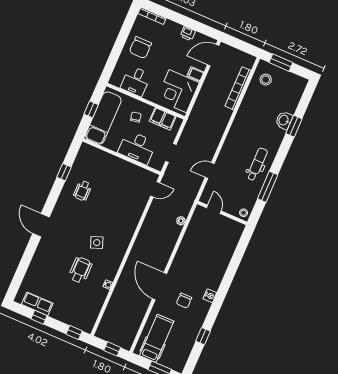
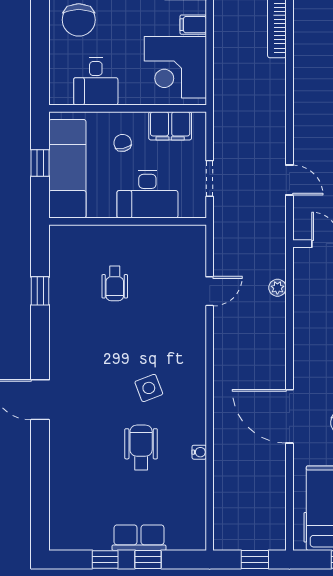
door: (210, 171) -> (289, 180), swing flipped
door: (155, 189) -> (210, 291), moved
wheelchair: (83, 191) -> (115, 284), moved
row of seats: (37, 304) -> (139, 538), moved
window: (74, 332) -> (148, 559), moved

